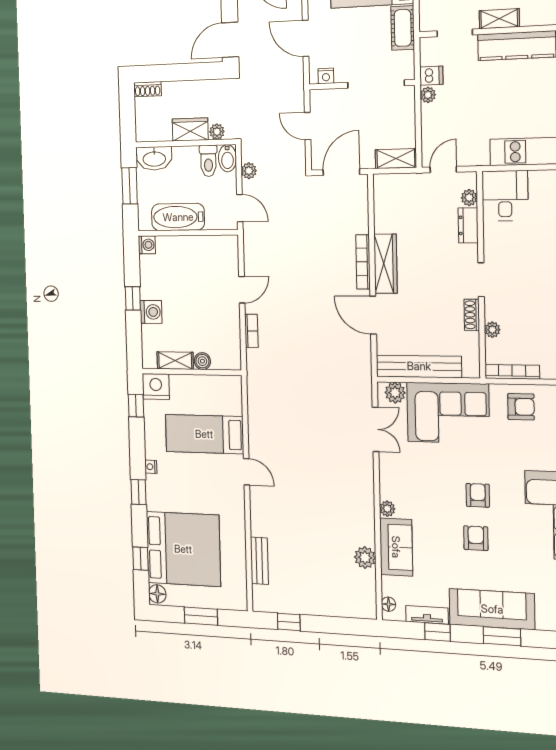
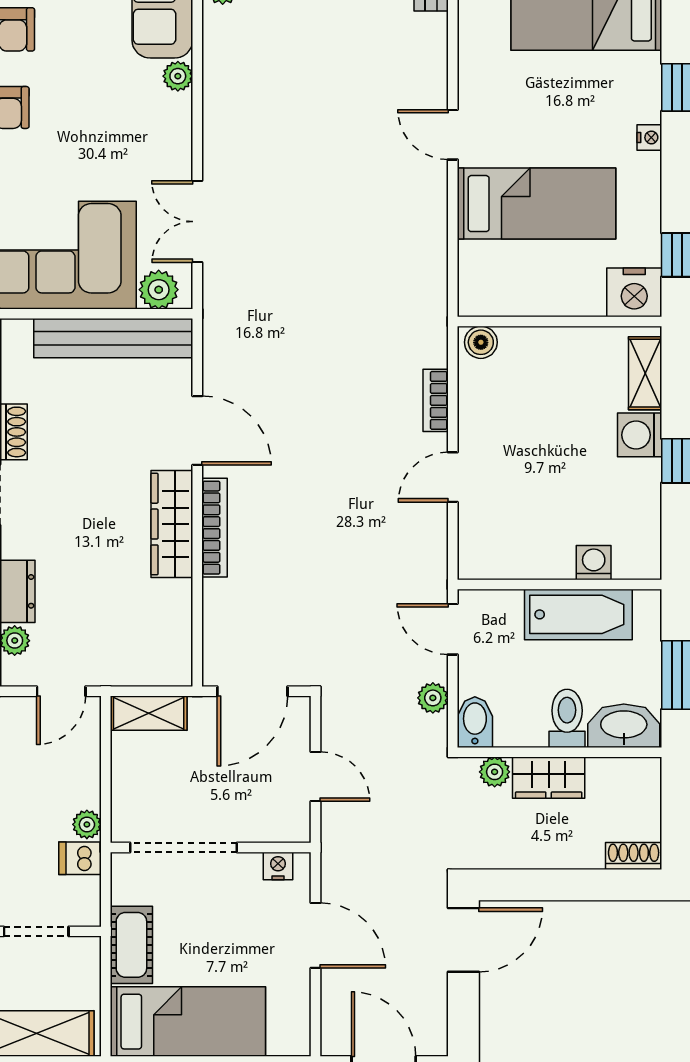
toilet: (208, 161) -> (567, 718), moved
washing machine: (147, 245) -> (594, 563), moved, turned 90
shelving: (175, 361) -> (645, 373), moved, turned 90
boiler: (202, 361) -> (481, 342), moved

